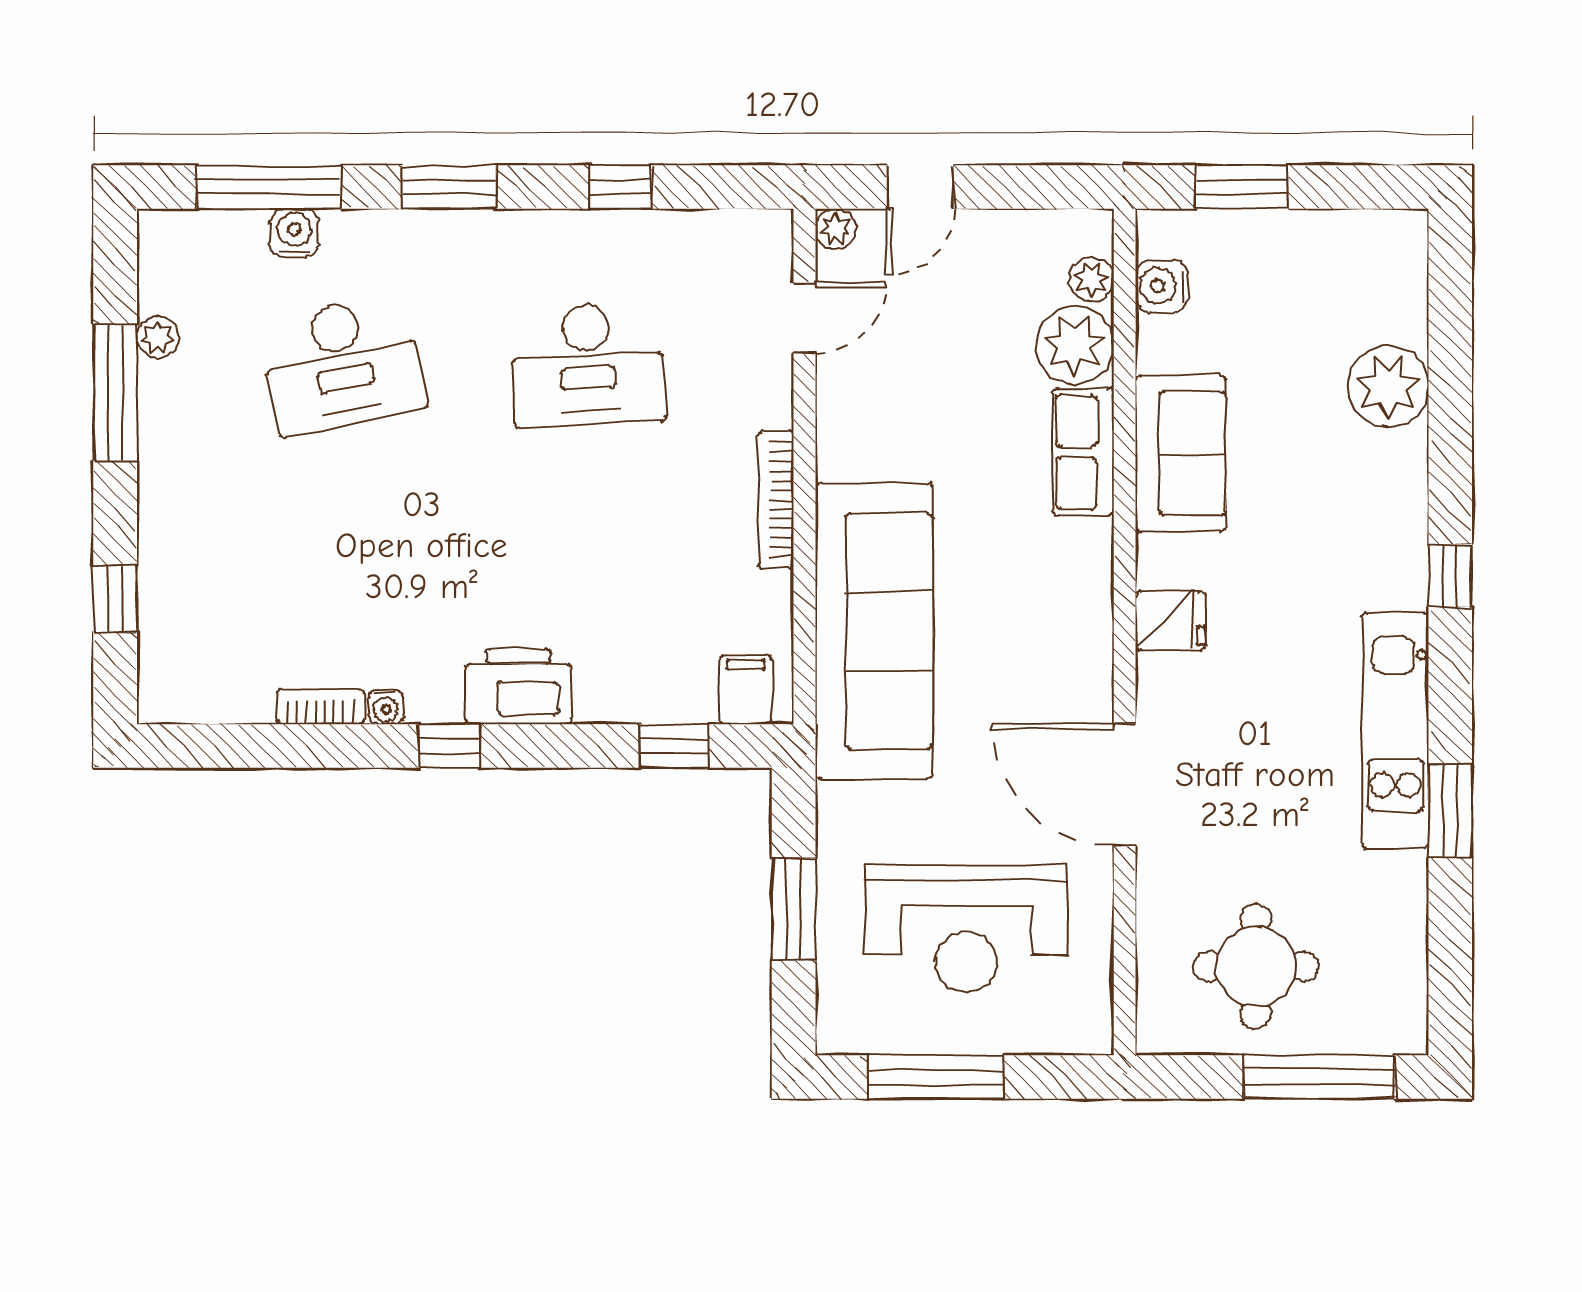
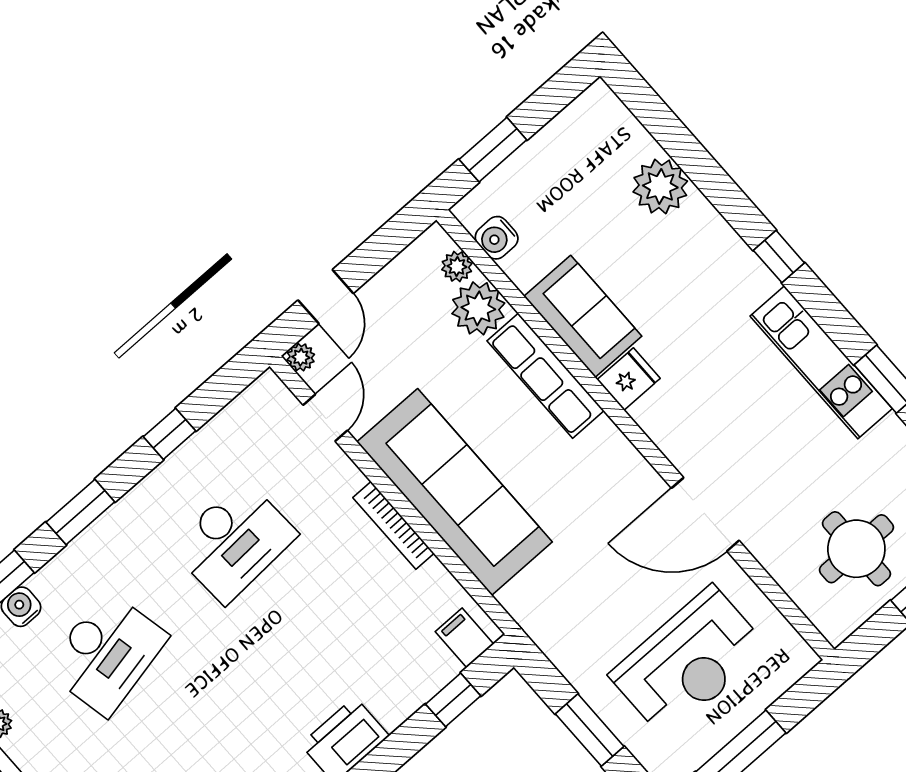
row of seats: (1083, 452) -> (546, 376), width x1.48
fridge: (1171, 621) -> (629, 379), moved
sofa: (874, 631) -> (454, 492), moved

